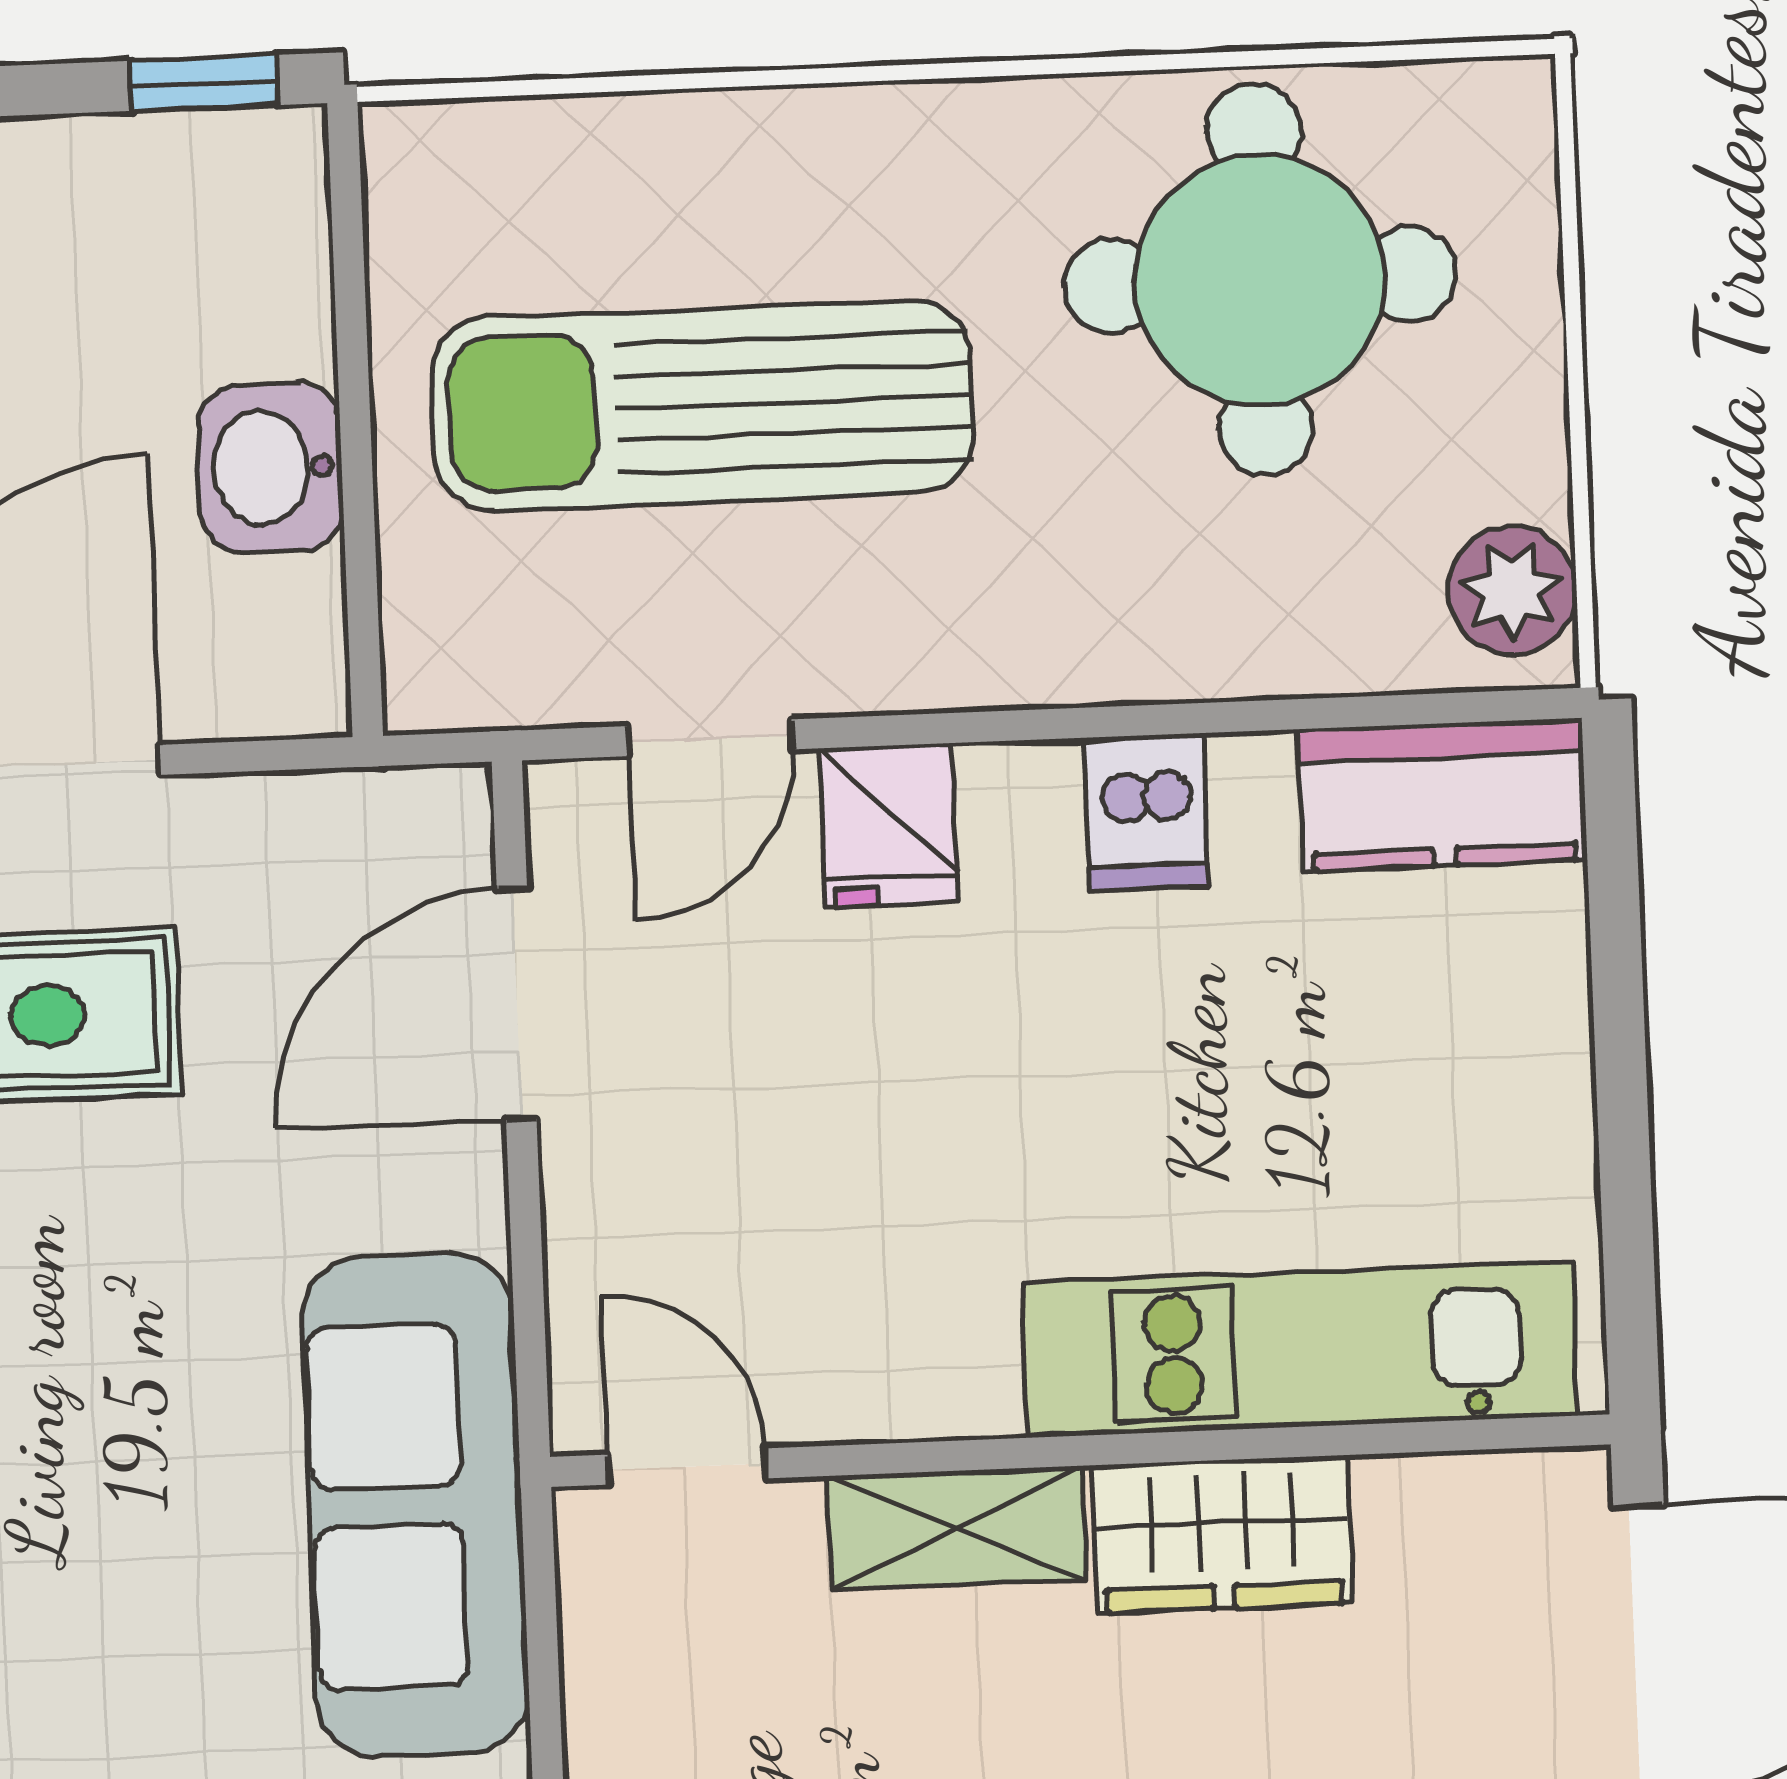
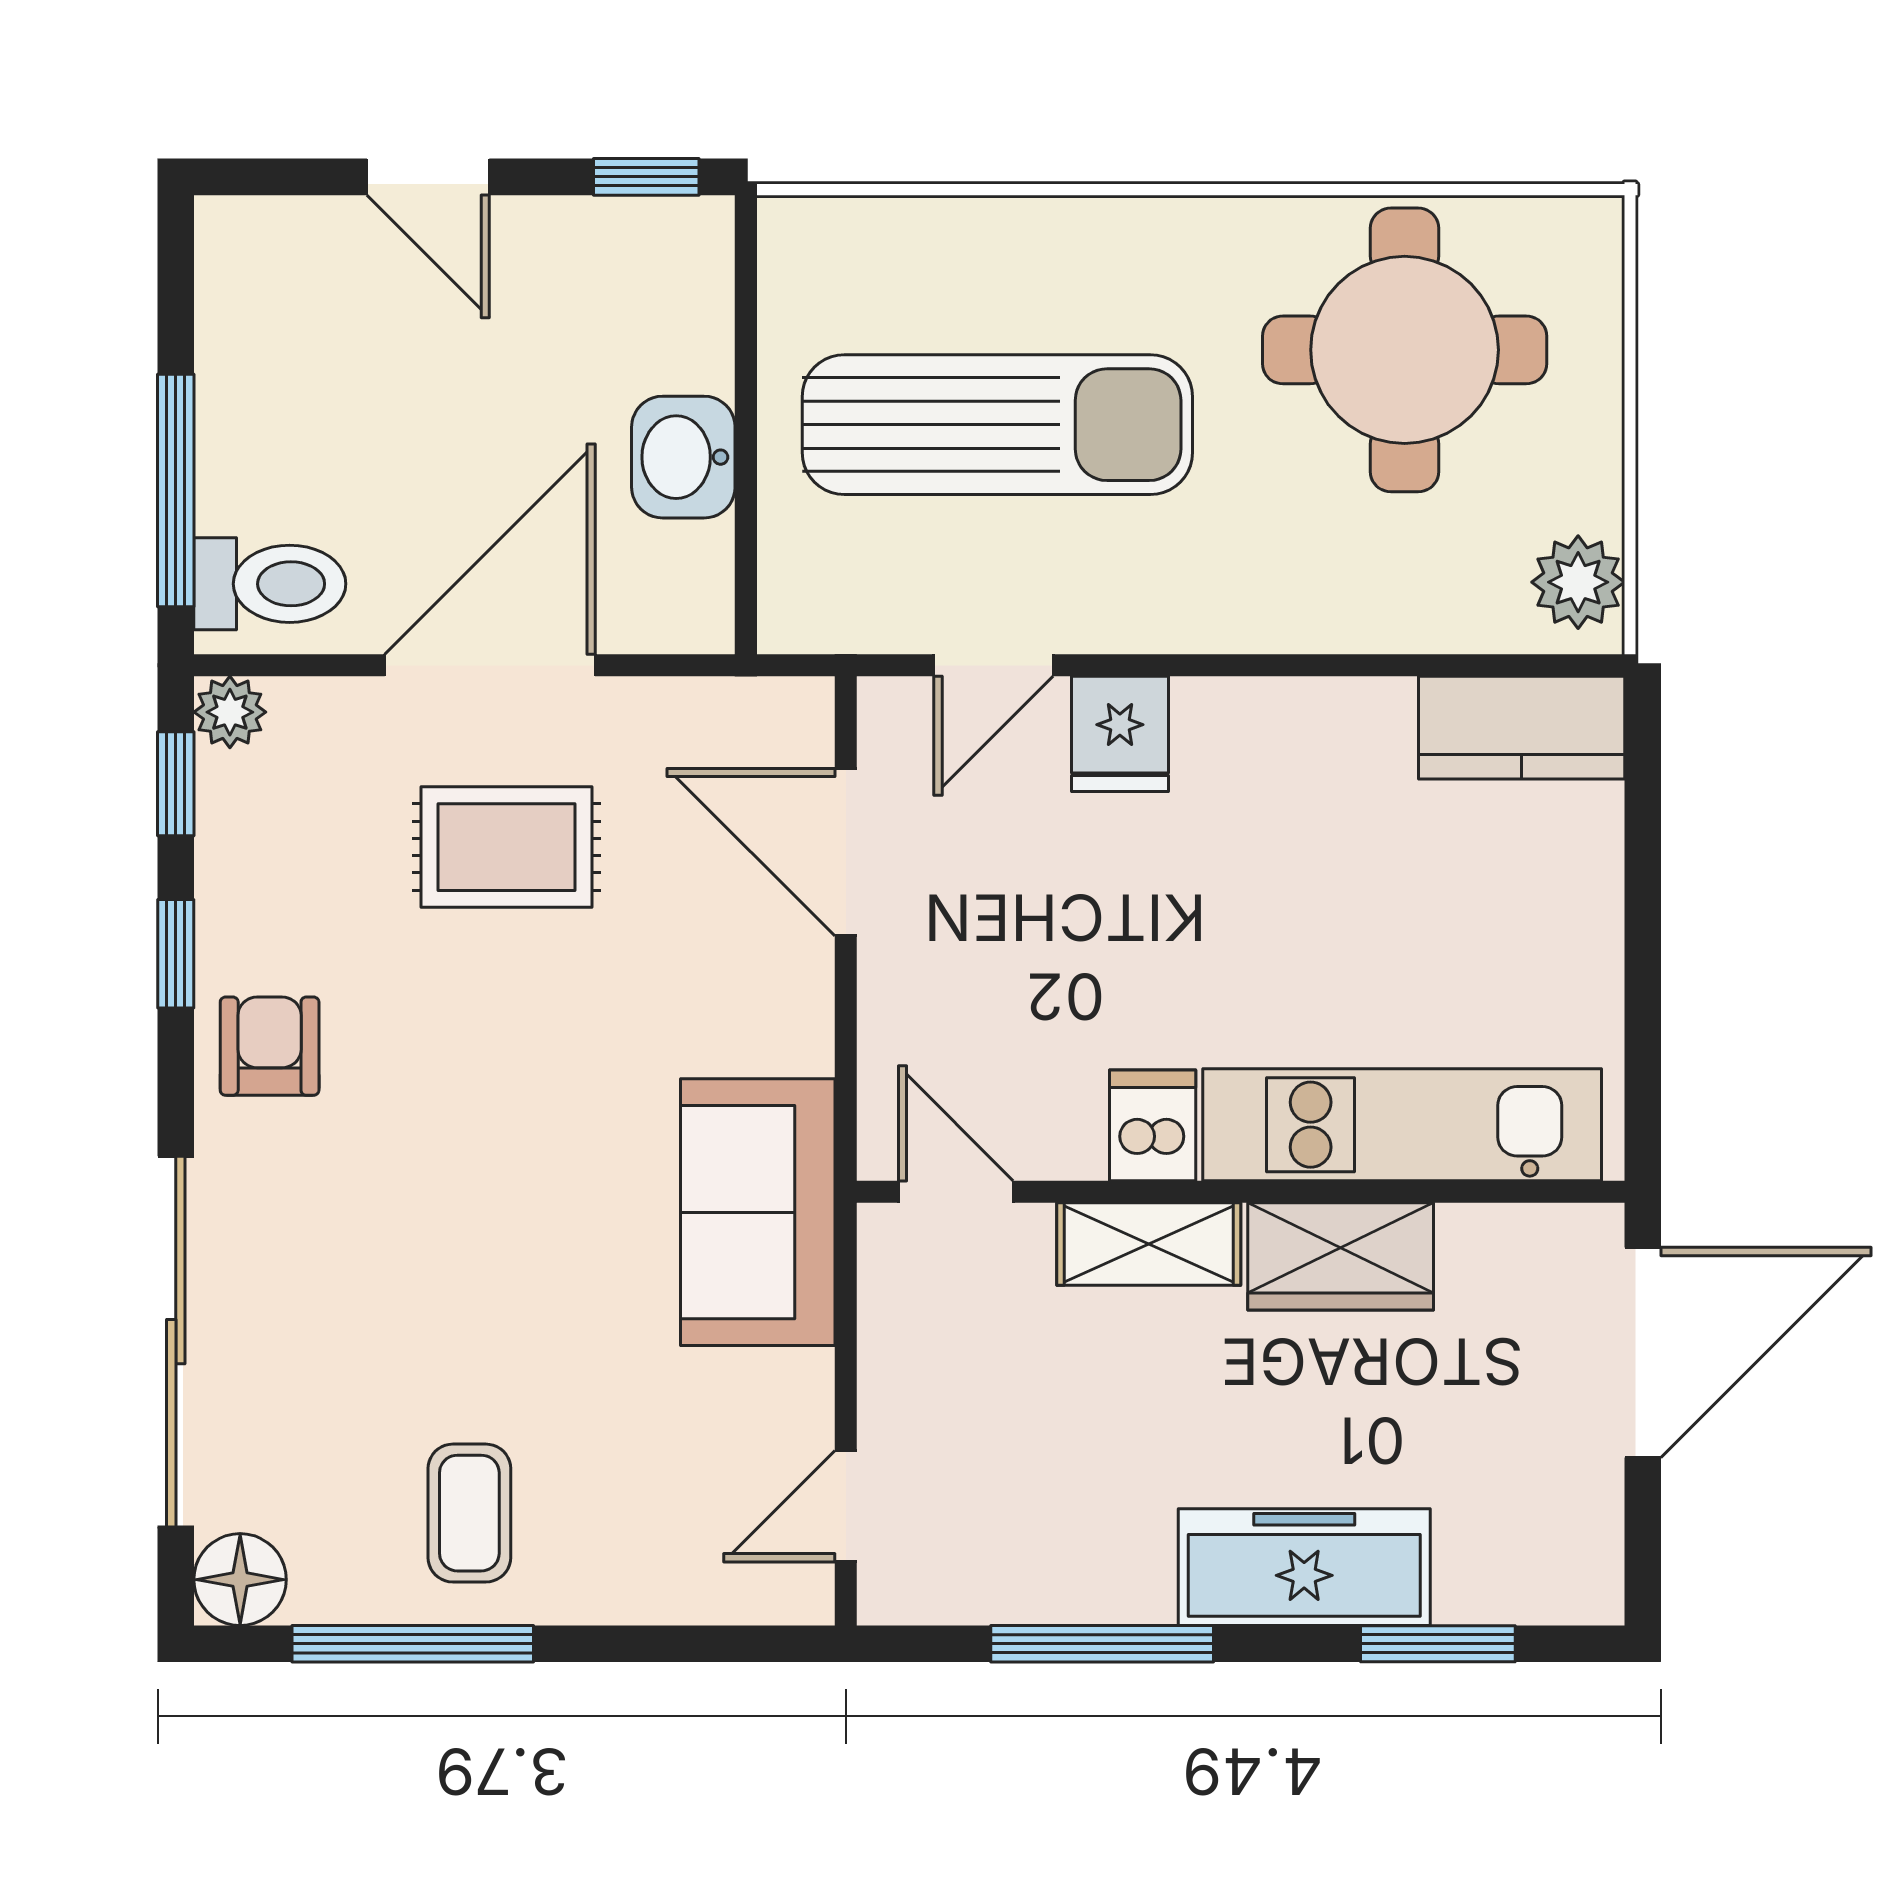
sun lounger: (702, 406) -> (997, 425), turned 180
dishwasher: (1146, 812) -> (1153, 1125), moved, turned 180
door: (517, 1004) -> (846, 852), hinge flipped
sofa: (415, 1506) -> (758, 1212), width x0.73

